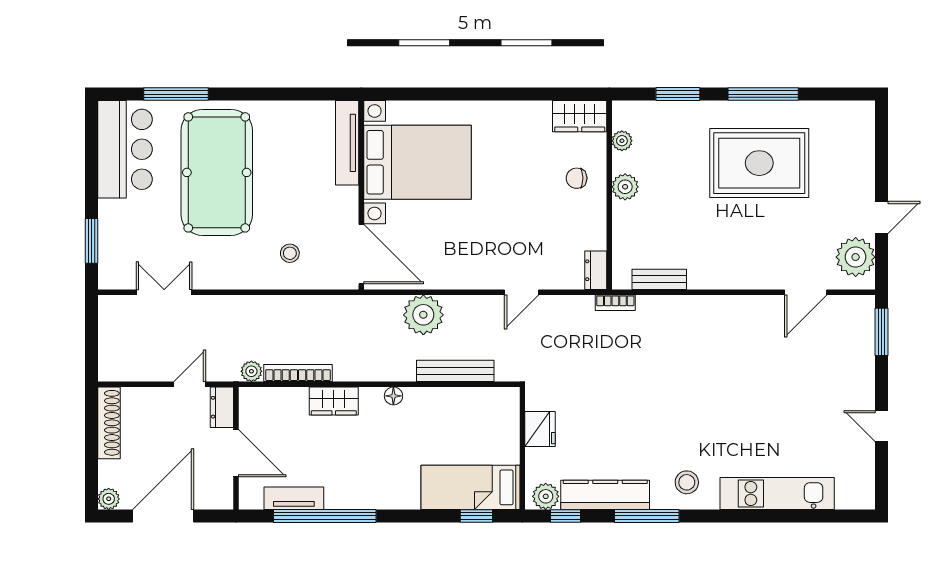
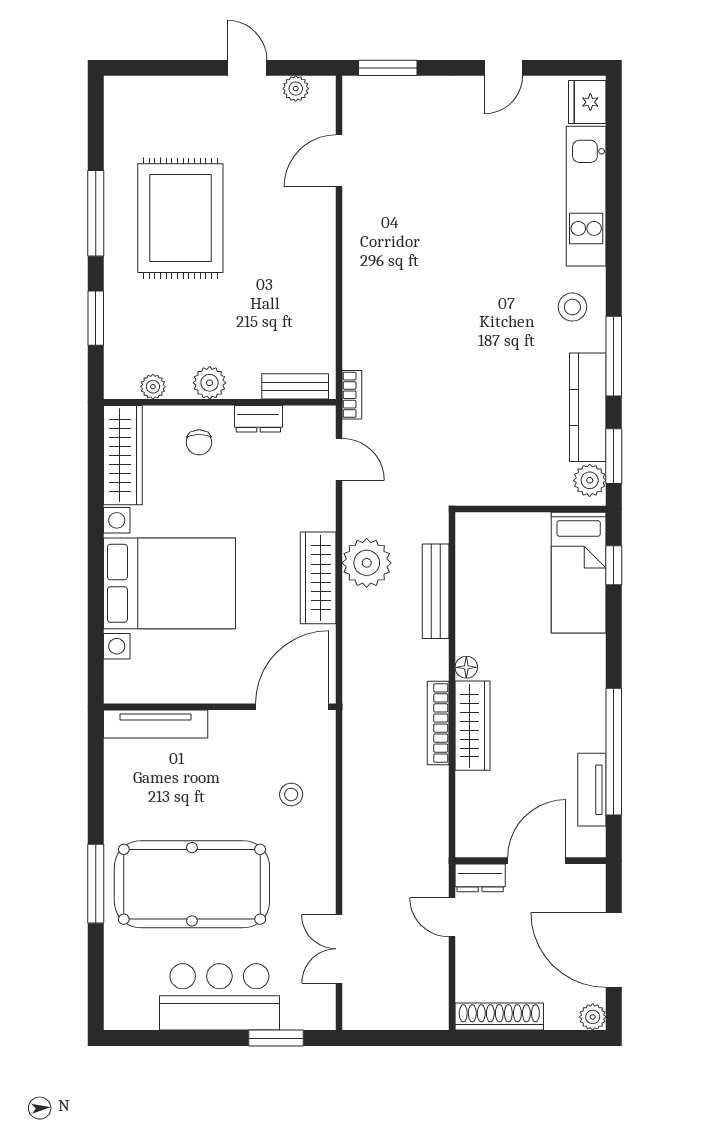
window: (176, 94) -> (96, 884), moved
wardrobe: (580, 116) -> (123, 455), width x1.50
bar counter: (125, 149) -> (219, 997), moved
bed with nightstands: (417, 162) -> (169, 583), moved, turned 90
plant: (856, 257) -> (296, 89), width x0.53, depth x0.53
dresser: (596, 270) -> (258, 419), moved
wardrobe: (466, 275) -> (318, 578), added
bench: (659, 279) -> (295, 386), moved, turned 90
door: (522, 292) -> (339, 459), moved
door: (806, 292) -> (339, 161), swing flipped
plant: (423, 315) -> (367, 563), moved
plant: (251, 371) -> (436, 842), removed
bookcase: (298, 373) -> (438, 723), moved
wardrobe: (334, 401) -> (473, 726), width x1.50
fridge: (540, 429) -> (587, 102), moved, turned -90
window: (565, 516) -> (614, 456), width x1.50

